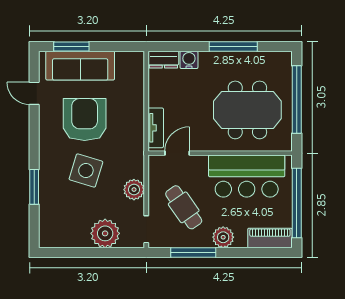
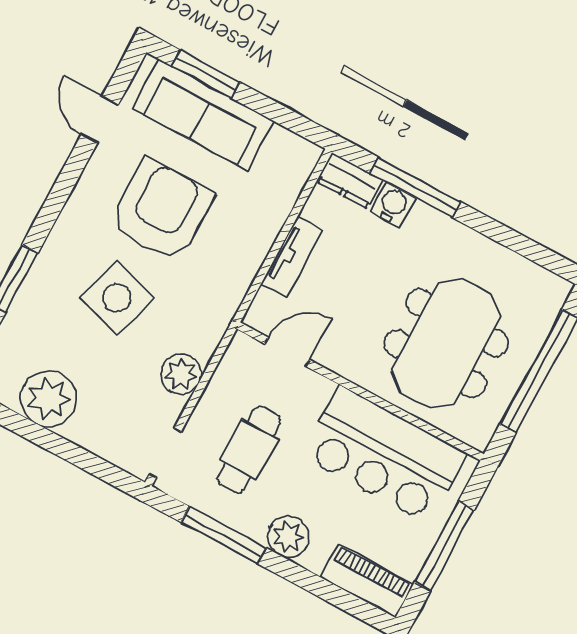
window: (233, 46) -> (416, 188), moved
meeting table: (247, 110) -> (446, 343), turned 90
tv unit: (156, 128) -> (292, 257), moved
window: (297, 203) -> (444, 546), width x0.68
cafe table: (184, 207) -> (249, 450), turned 35
plant: (105, 233) -> (49, 399), moved

